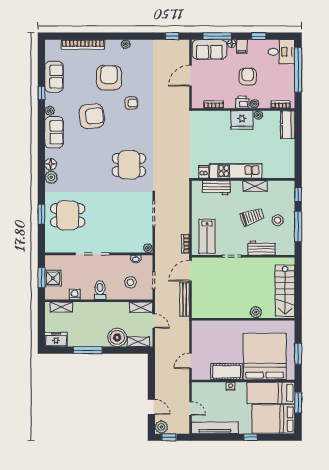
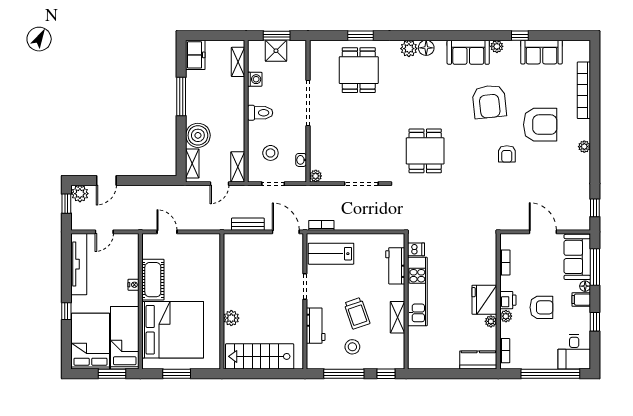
bench: (185, 300) -> (248, 224), width x0.73

